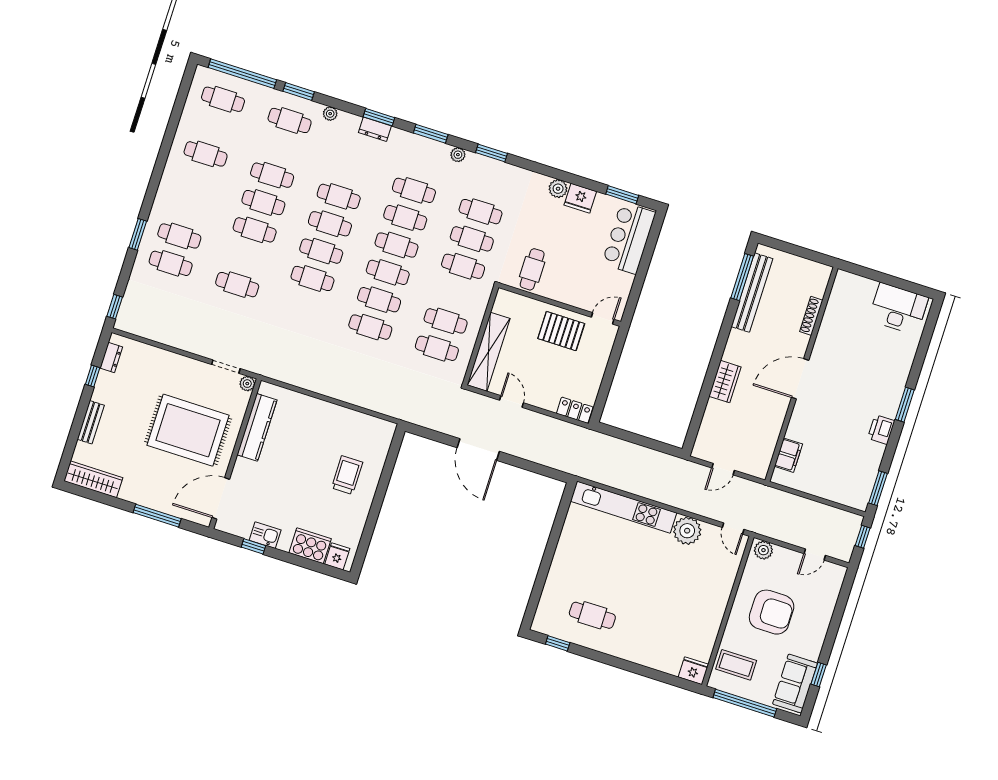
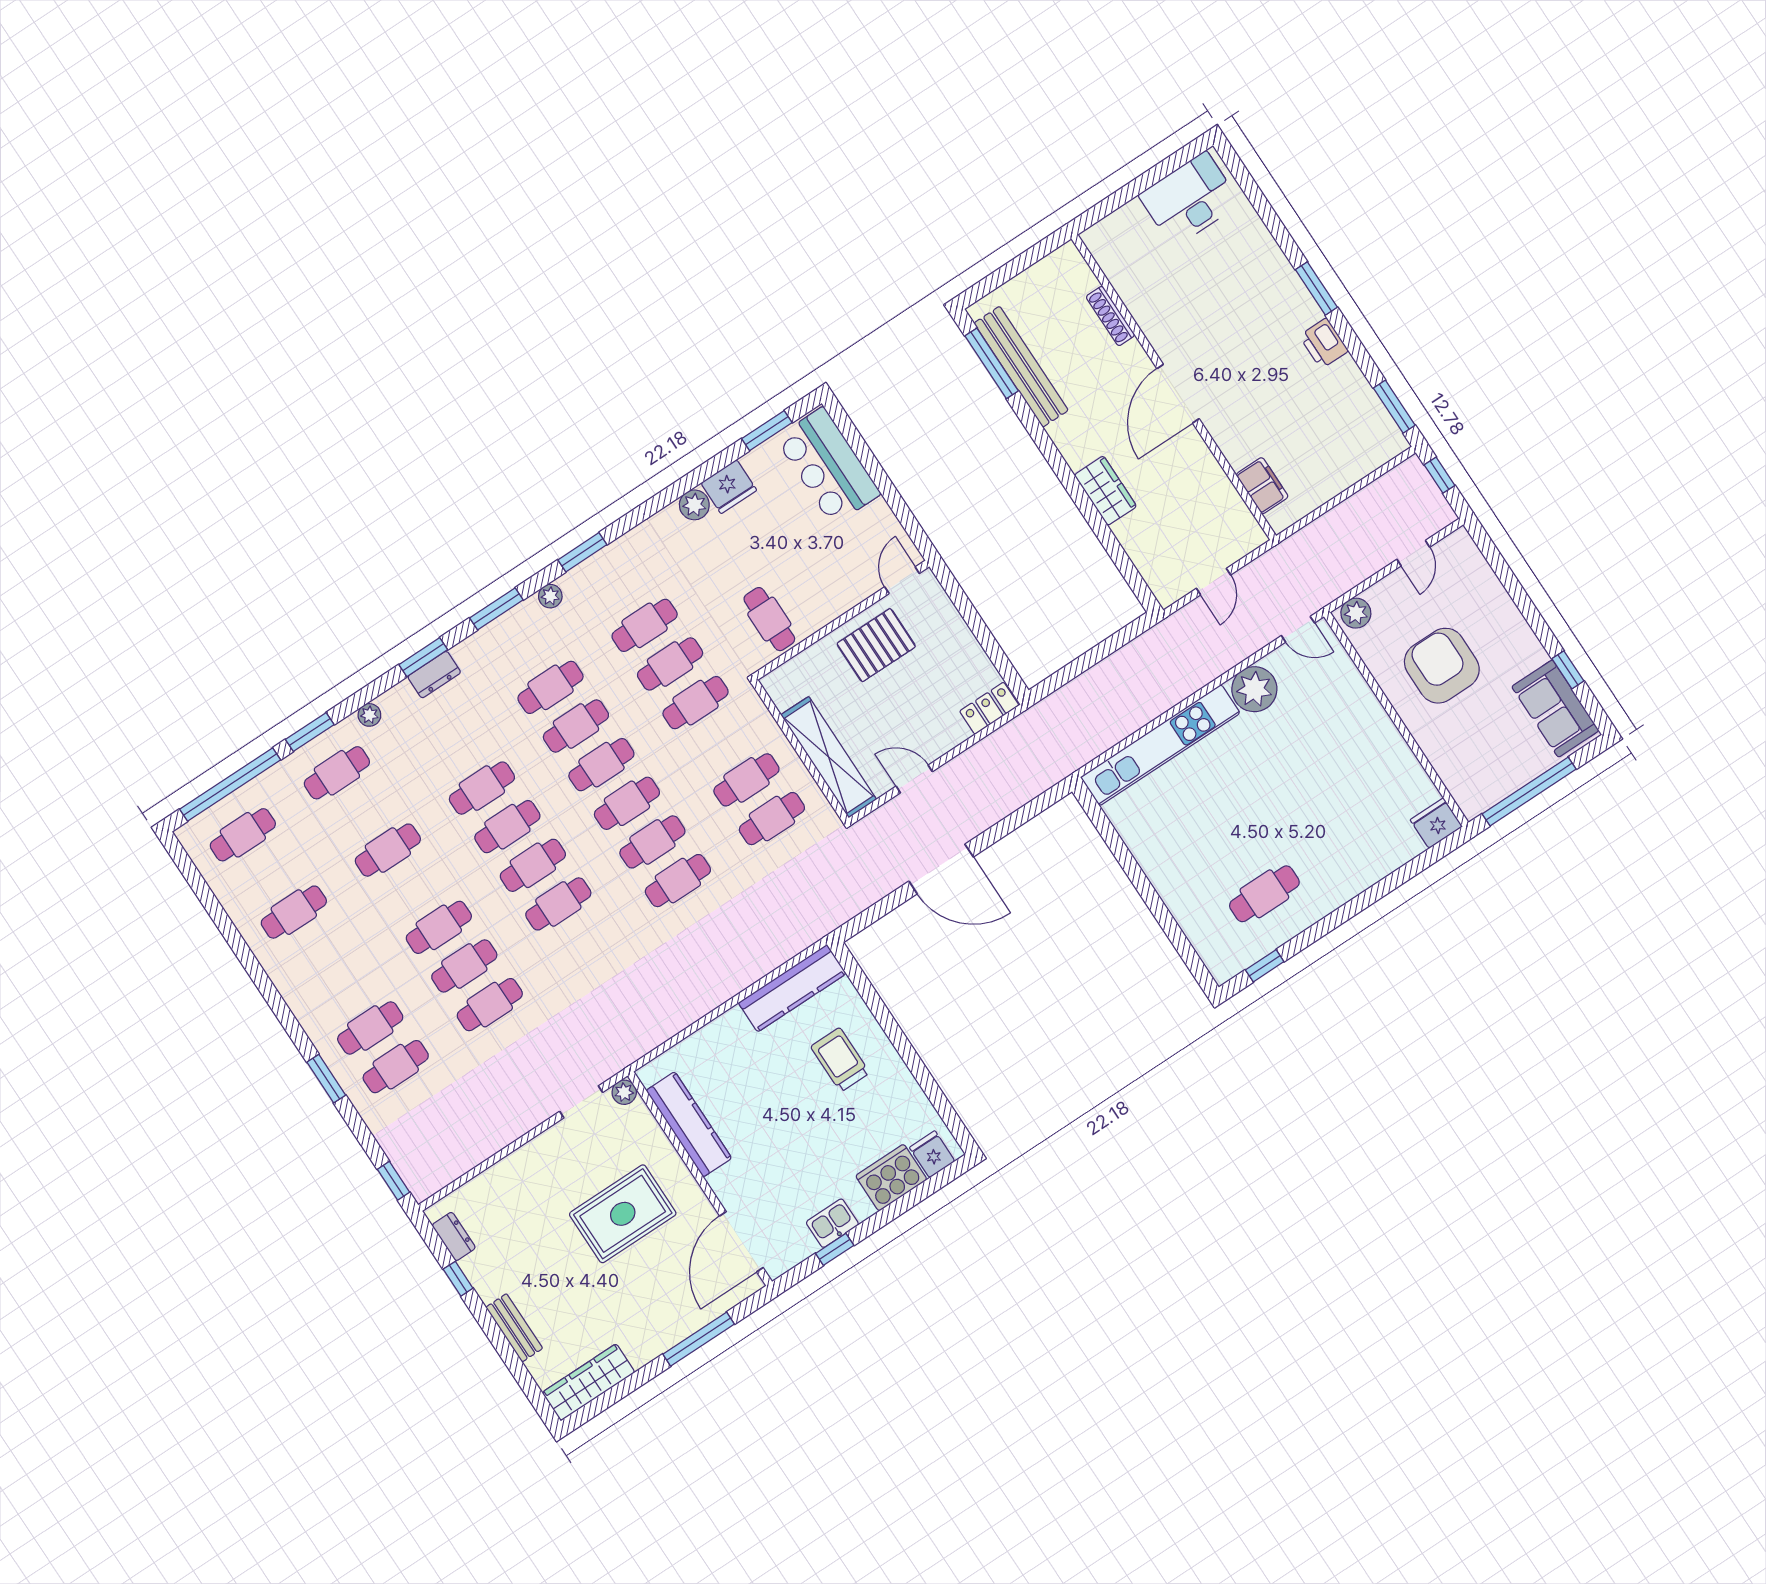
cafe table: (263, 203) -> (464, 966), moved
kitchen counter: (363, 424) -> (792, 988), added
rug: (188, 430) -> (623, 1214), width x0.73, depth x0.69
armchair: (772, 612) -> (1442, 666), turned -90
coffee table: (736, 665) -> (1472, 764), removed

